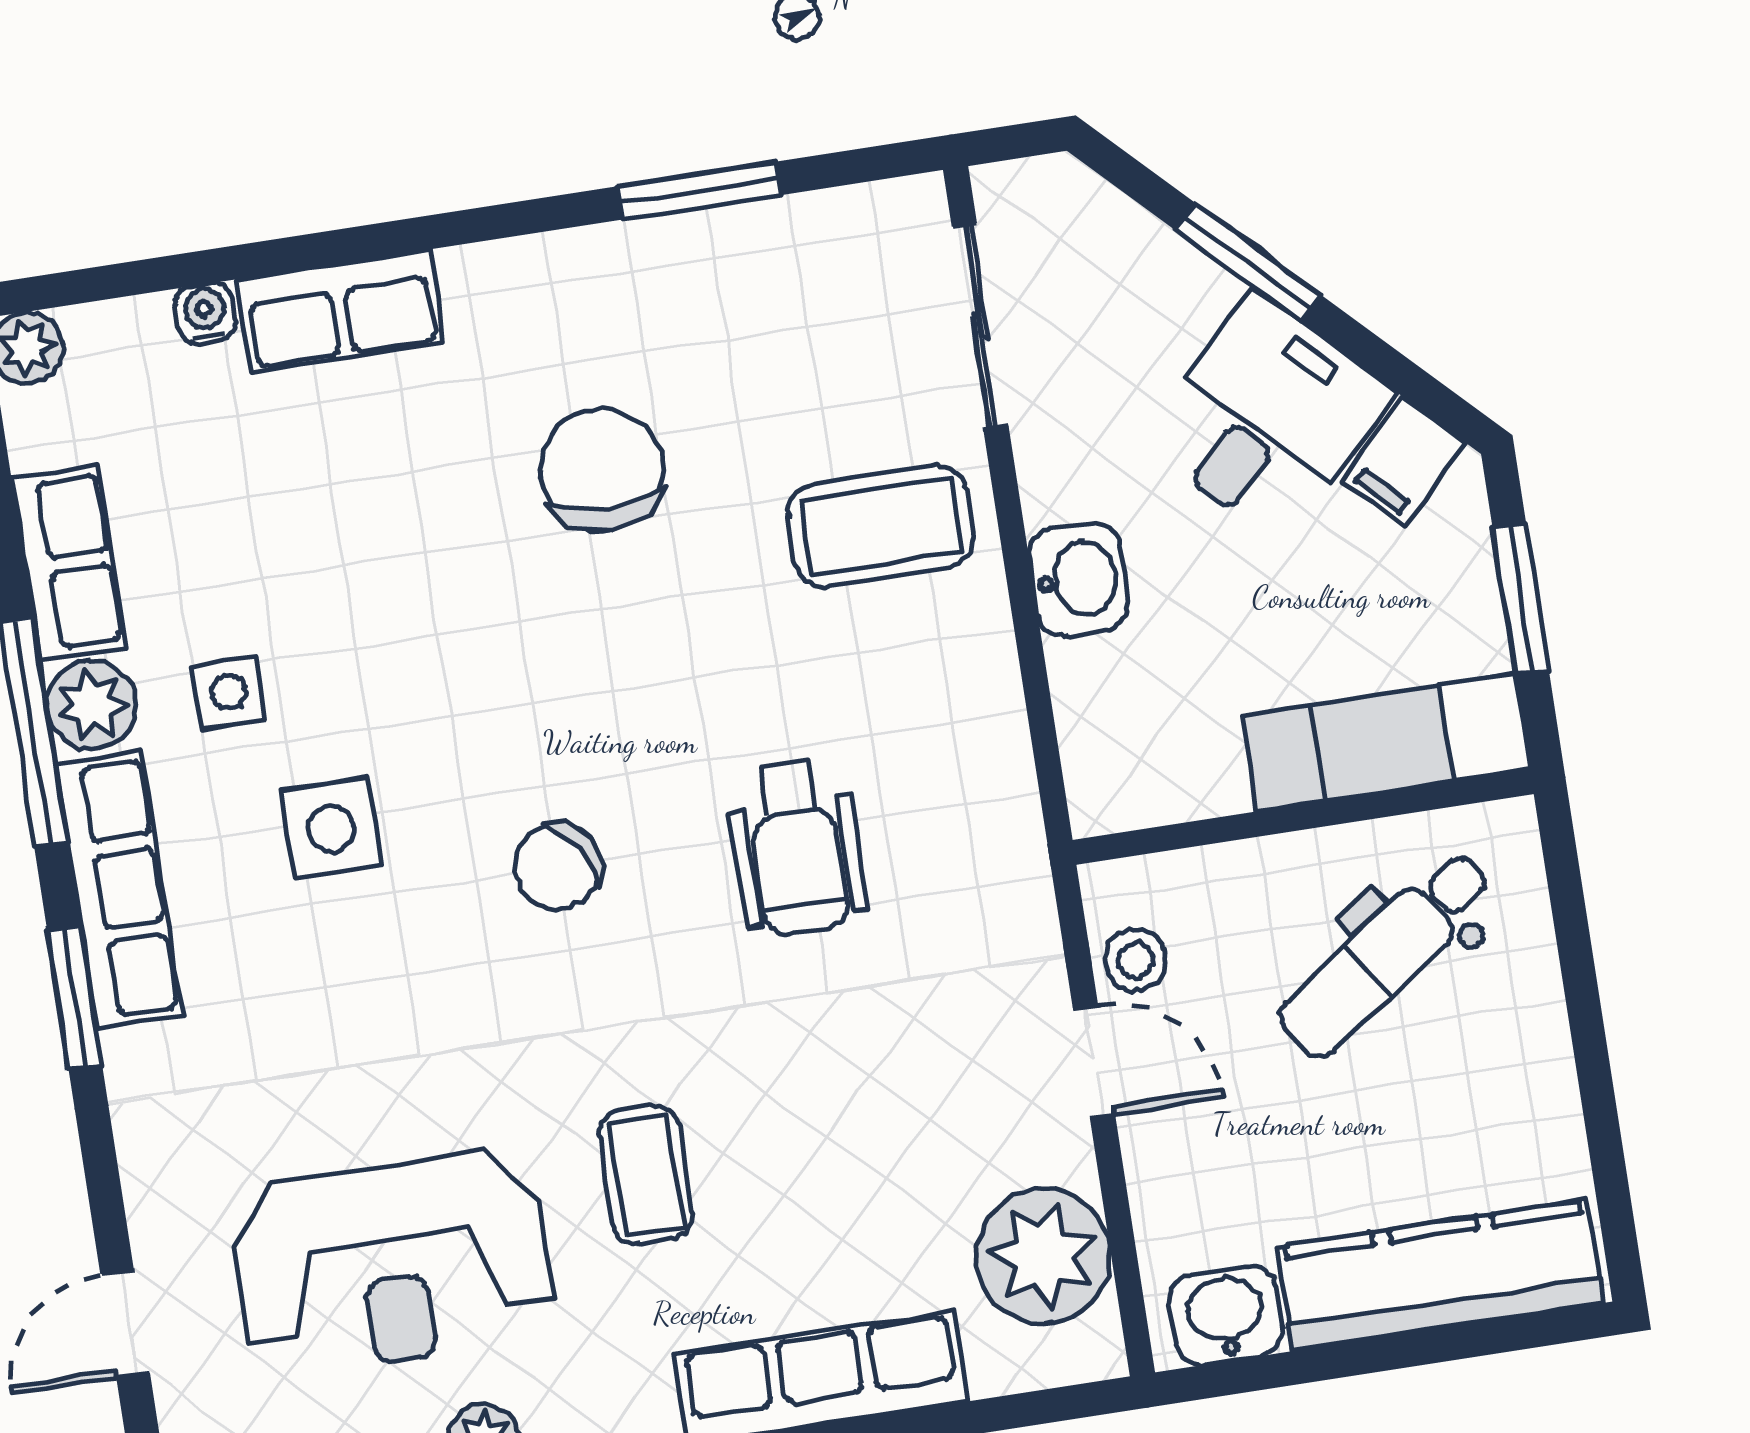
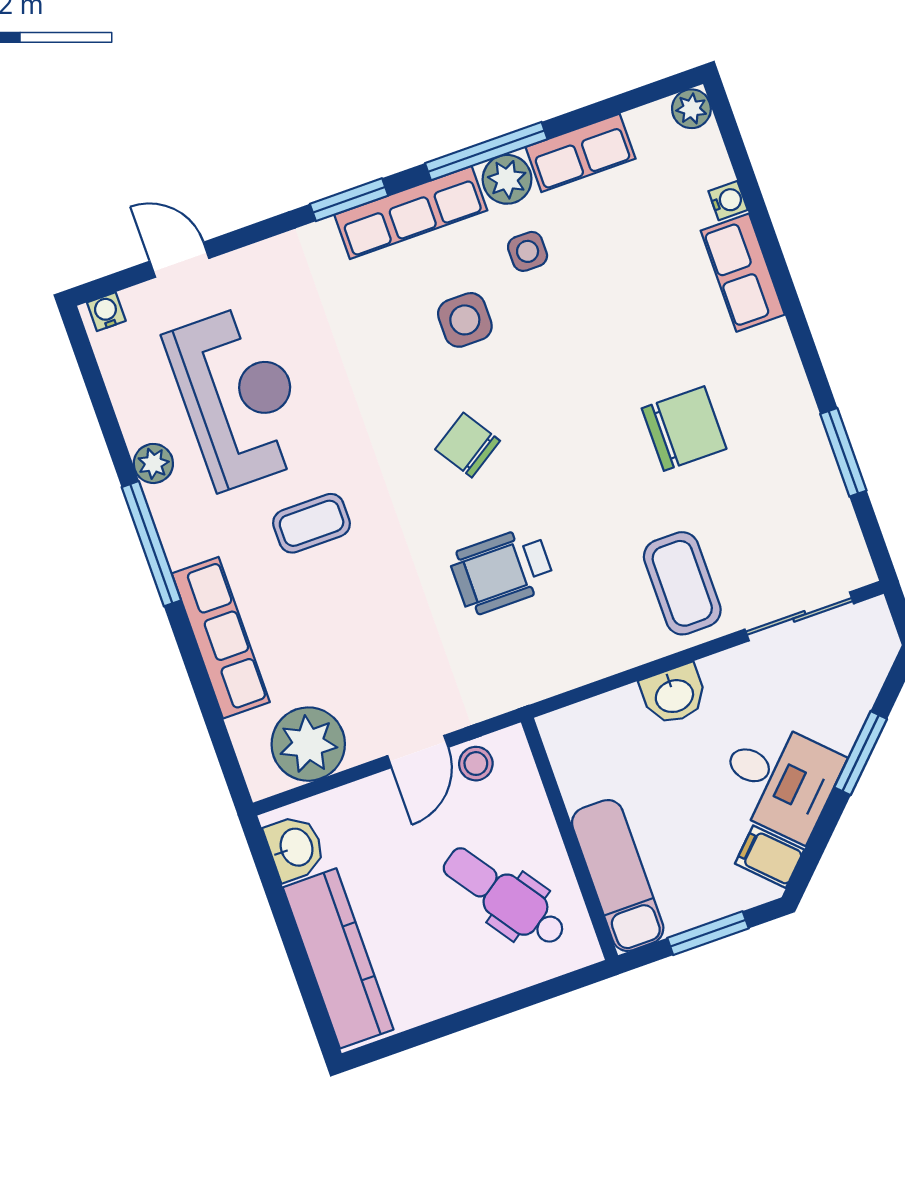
reception desk: (392, 1263) -> (239, 397), turned 180

